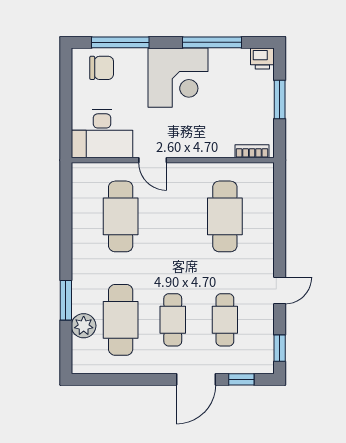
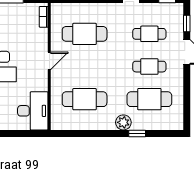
door: (153, 160) -> (49, 61), moved
window: (66, 300) -> (137, 134), width x0.67
plant: (84, 326) -> (123, 122), moved

